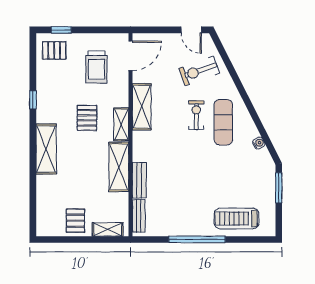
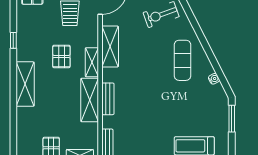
exercise bike: (196, 115) -> (158, 54), removed
bench: (139, 180) -> (108, 99), moved

